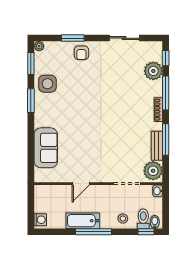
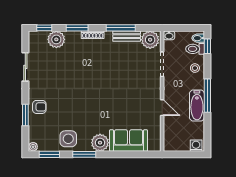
window: (166, 93) -> (77, 28), width x0.69
plant: (43, 117) -> (100, 143), added

